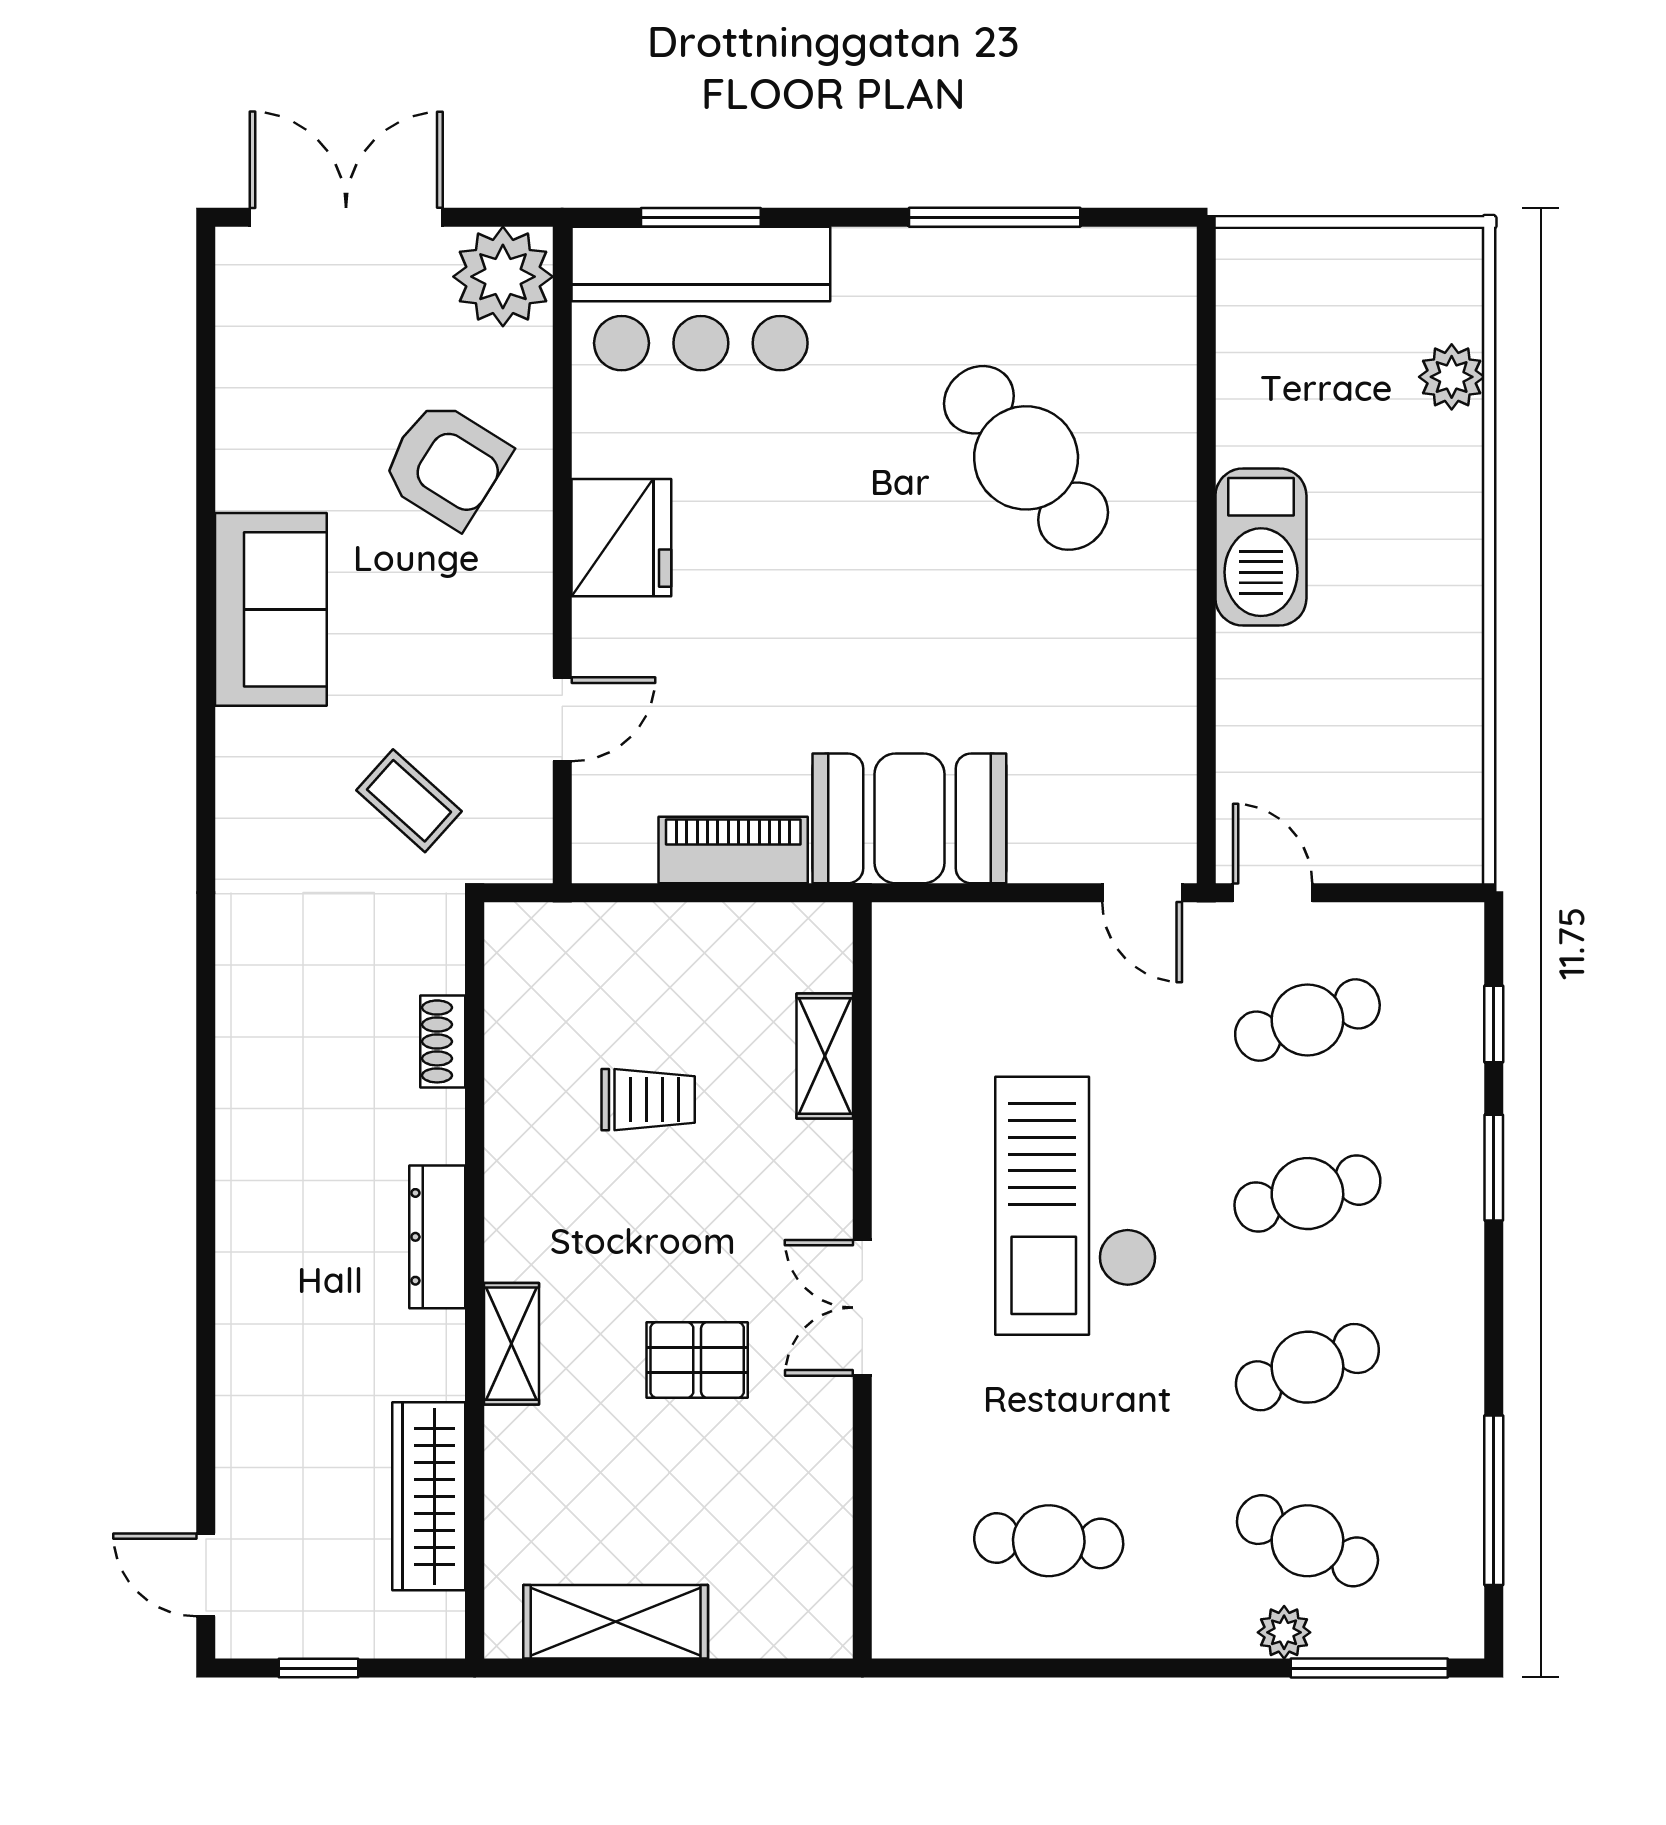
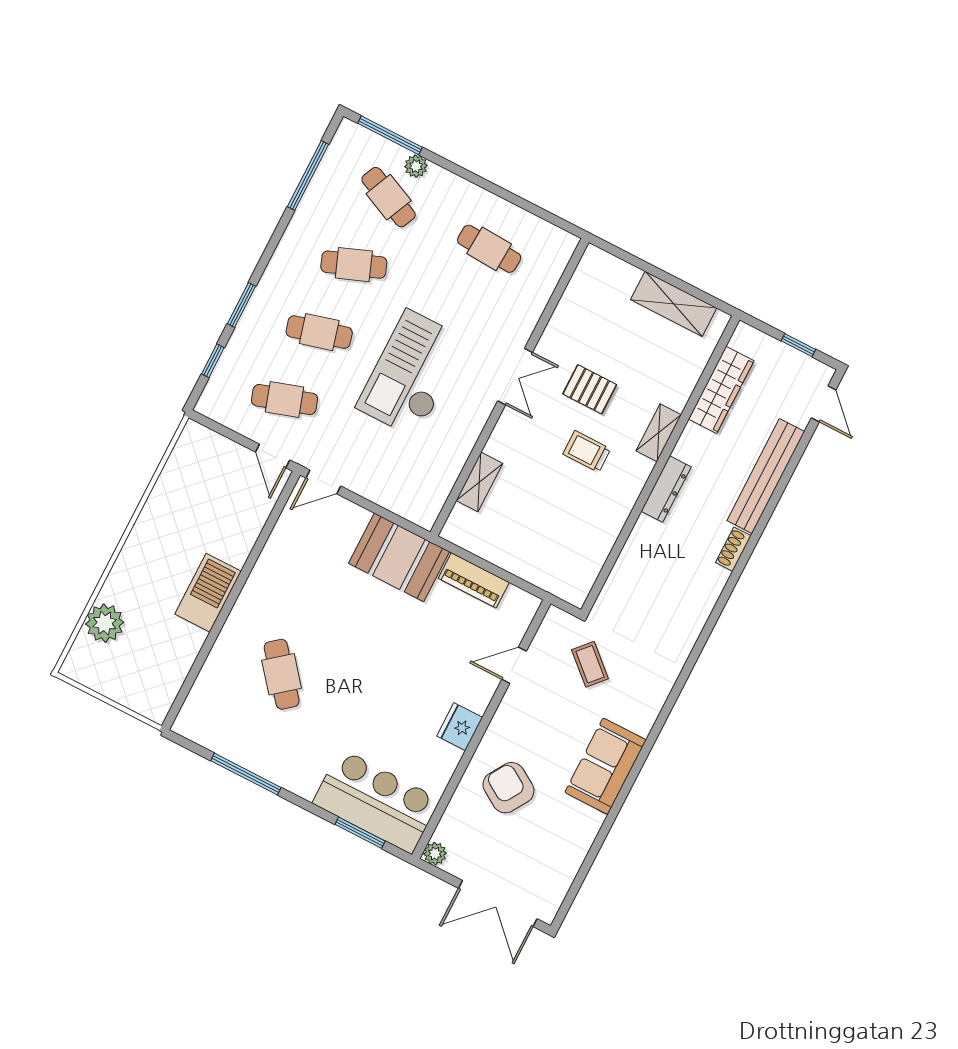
plant: (503, 277) -> (435, 854), width x0.53, depth x0.53
plant: (1452, 377) -> (105, 623), width x1.36, depth x1.36
cafe table: (1026, 458) -> (282, 674), width x0.73, depth x0.74
fridge: (621, 538) -> (460, 727), width x0.73, depth x0.75
door: (1142, 893) -> (323, 482), swing flipped
shoe rack: (443, 1041) -> (733, 549), moved, turned 180
trolley: (648, 1100) -> (587, 451), moved
checkout: (1076, 1206) -> (412, 374), turned 180
bench: (248, 1368) -> (766, 476), added

